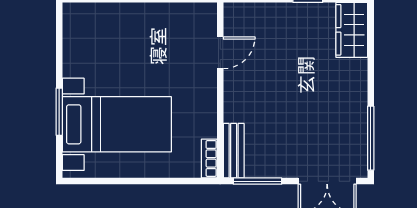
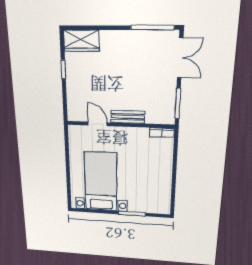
bed with nightstands: (117, 124) -> (101, 182), moved
bench: (234, 151) -> (128, 117), moved

